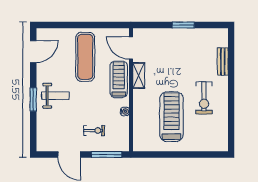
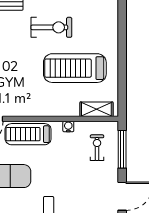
shelving: (139, 76) -> (96, 109), moved
exercise bike: (94, 131) -> (97, 148), moved

